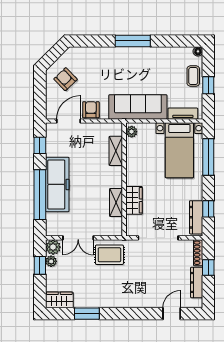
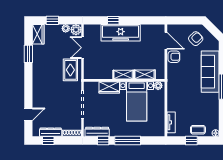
sofa: (138, 107) -> (210, 72), moved, turned 180
window: (40, 145) -> (148, 20), removed
bed with nightstands: (179, 150) -> (137, 101), moved, turned -90
window: (208, 157) -> (128, 141), moved
window: (40, 195) -> (113, 20), width x0.32
shelving: (116, 202) -> (123, 75), moved
window: (40, 265) -> (52, 20), moved
window: (208, 267) -> (48, 141), moved
door: (172, 314) -> (28, 114), hinge flipped

